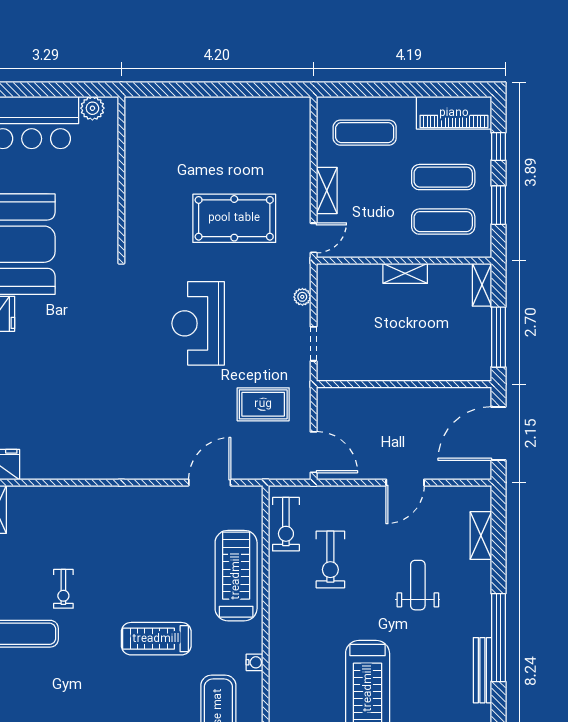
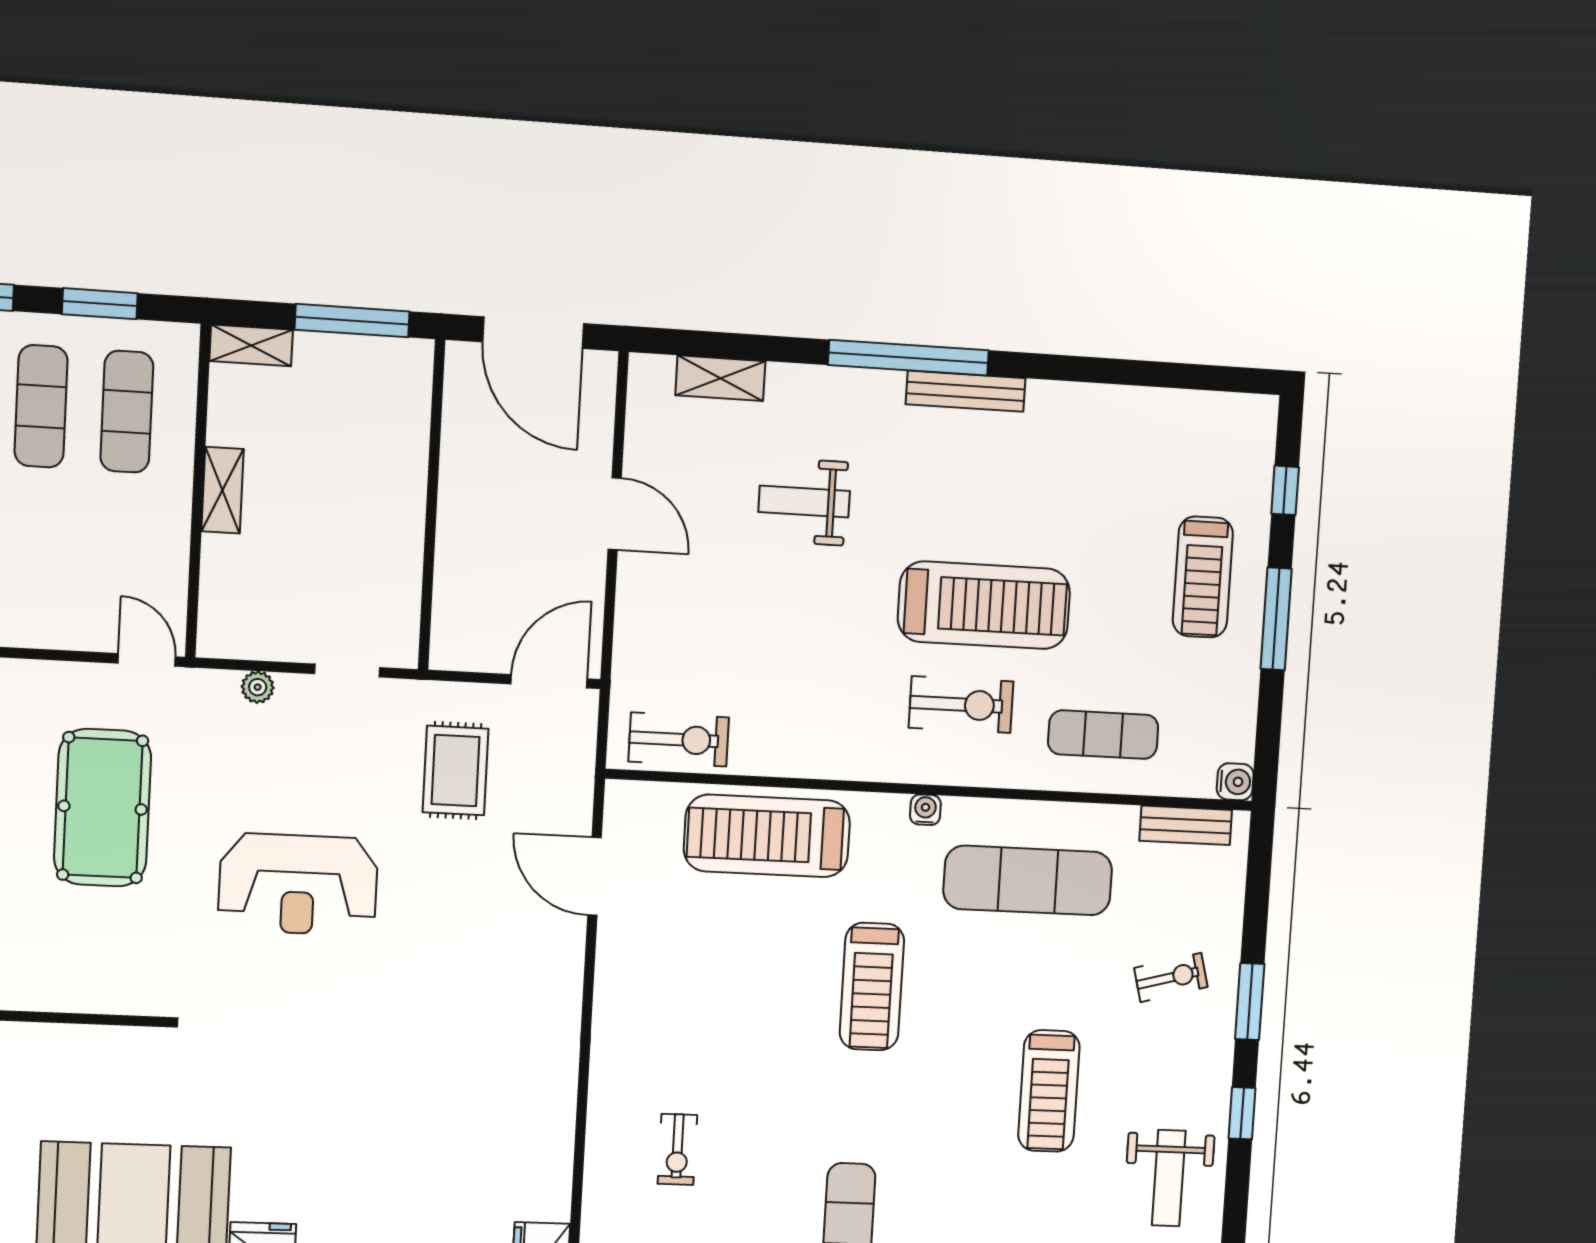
shelving: (327, 190) -> (57, 630), removed
exercise bike: (330, 559) -> (961, 705), moved
exercise bike: (63, 589) -> (677, 1149), moved, turned 90

